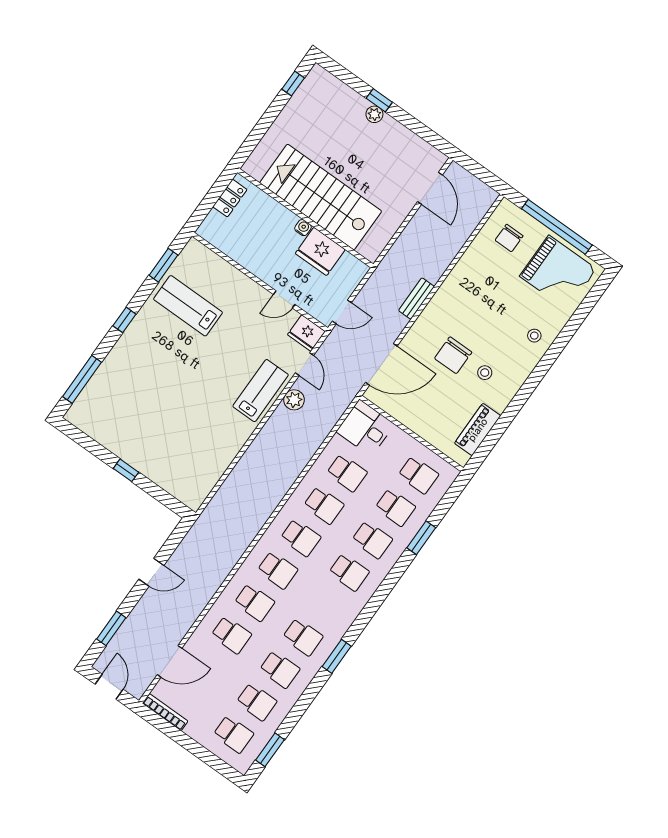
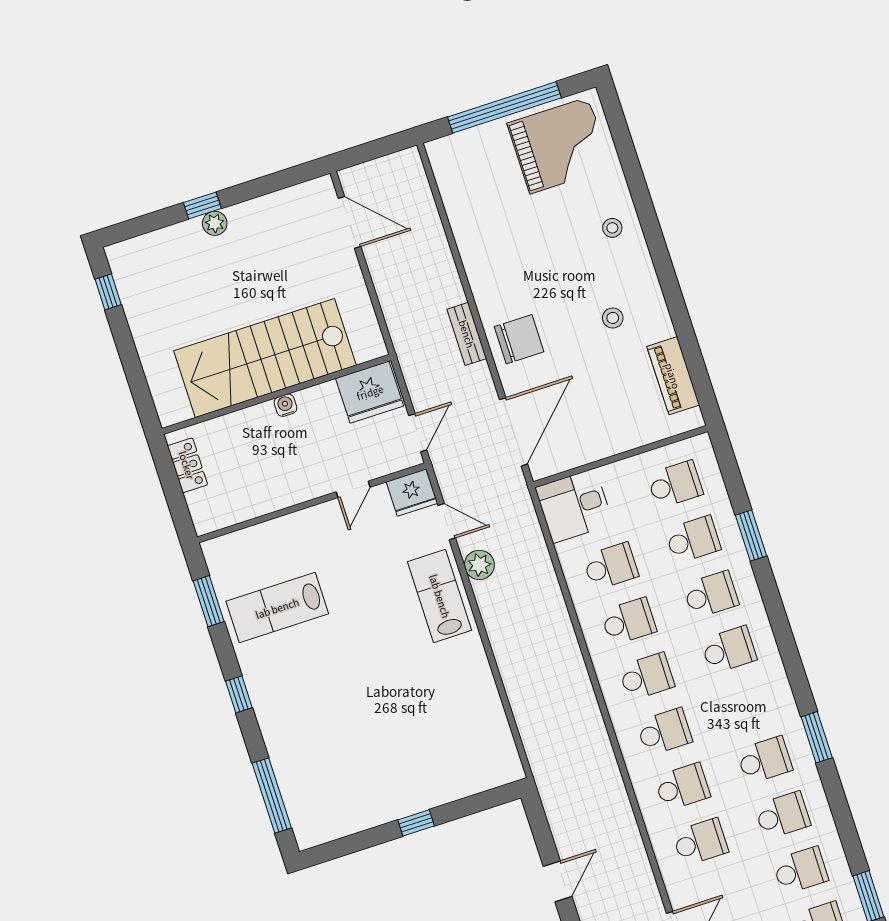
chair: (509, 238) -> (476, 173), removed
fridge: (320, 251) -> (370, 392), moved
chair: (453, 355) -> (519, 339), moved, turned -90

